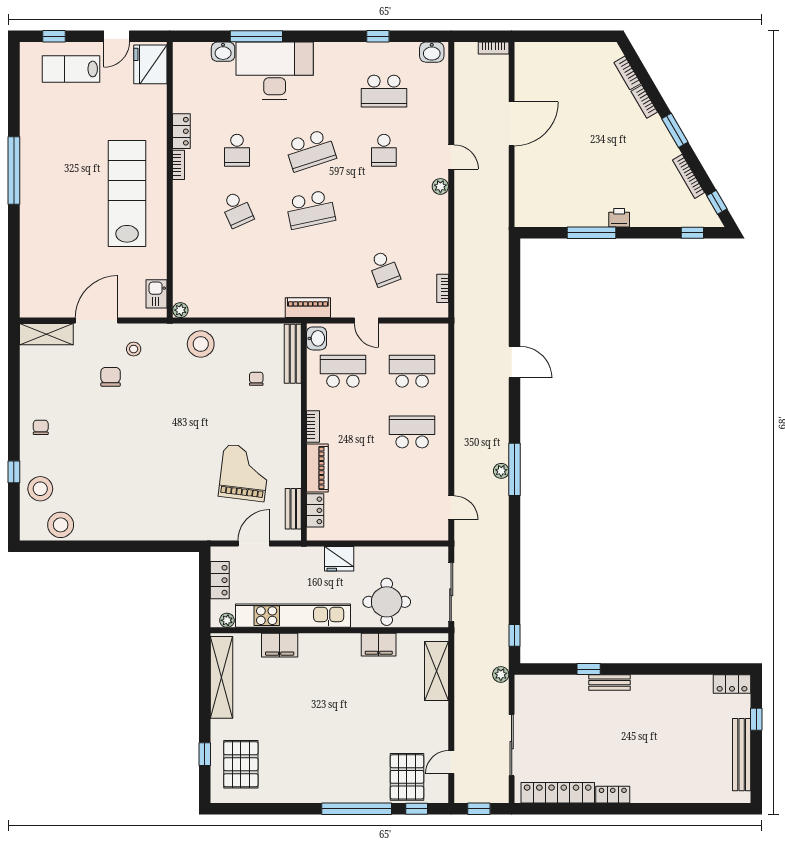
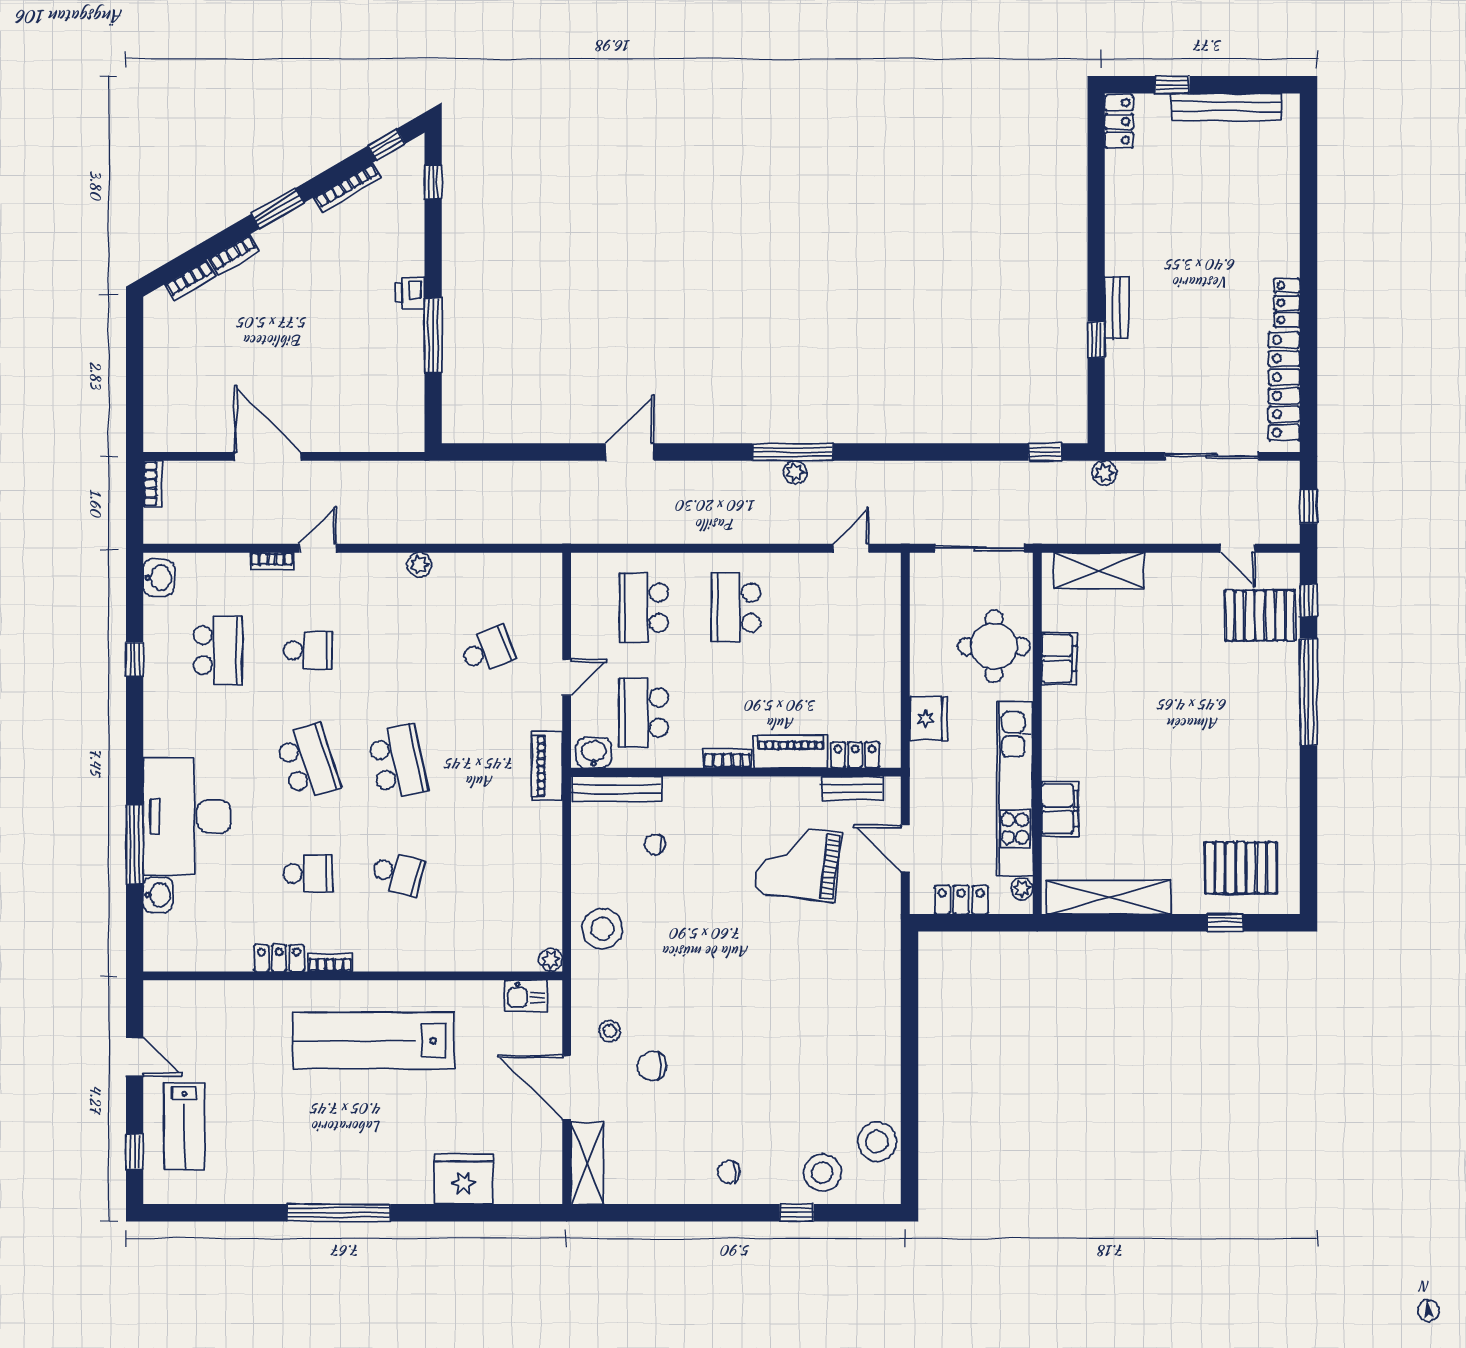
fridge: (150, 64) -> (464, 1179), moved, turned 180
plant: (440, 186) -> (419, 565), moved
school desk: (237, 209) -> (398, 874), turned 39
bookcase: (443, 288) -> (272, 561), moved

